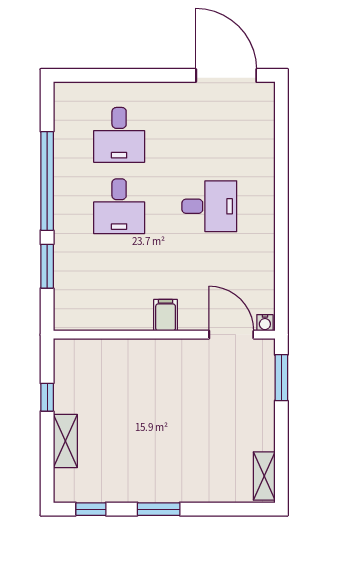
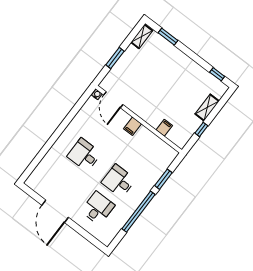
door: (226, 75) -> (55, 211), moved
desk: (119, 206) -> (119, 181), turned -90
filing cabinet: (111, 353) -> (164, 128), added
window: (281, 378) -> (115, 58), moved
window: (159, 509) -> (168, 37), moved

